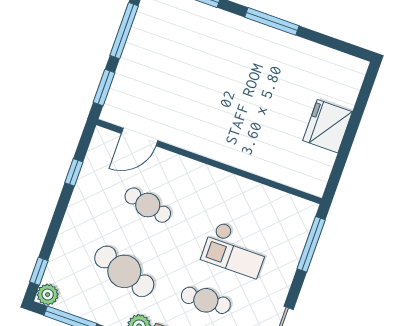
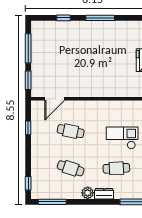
checkout: (235, 250) -> (122, 138), turned 180
cafe table: (124, 271) -> (71, 168), width x0.73, depth x0.74
plant: (48, 295) -> (37, 193), removed

